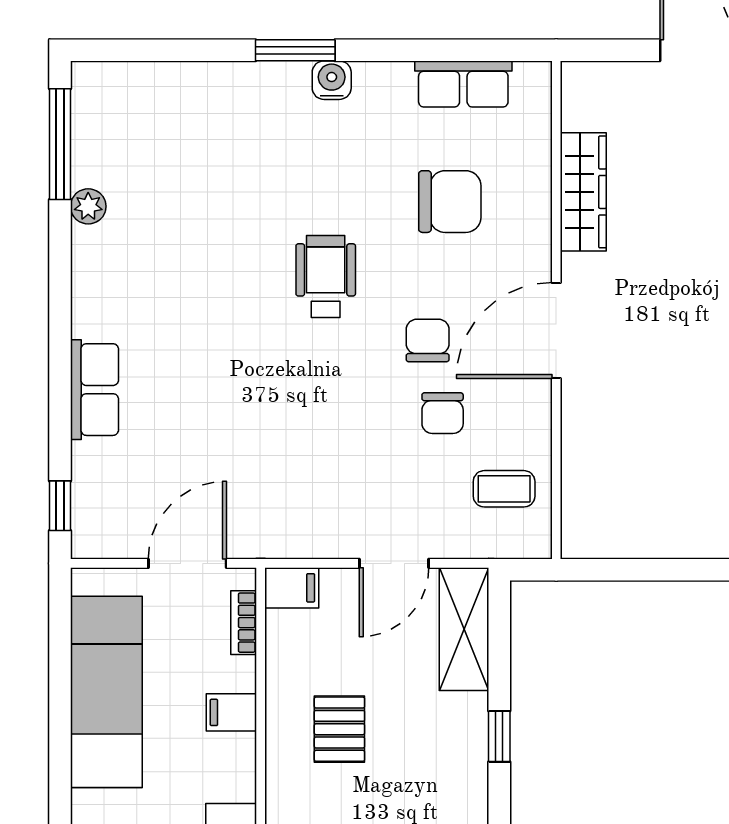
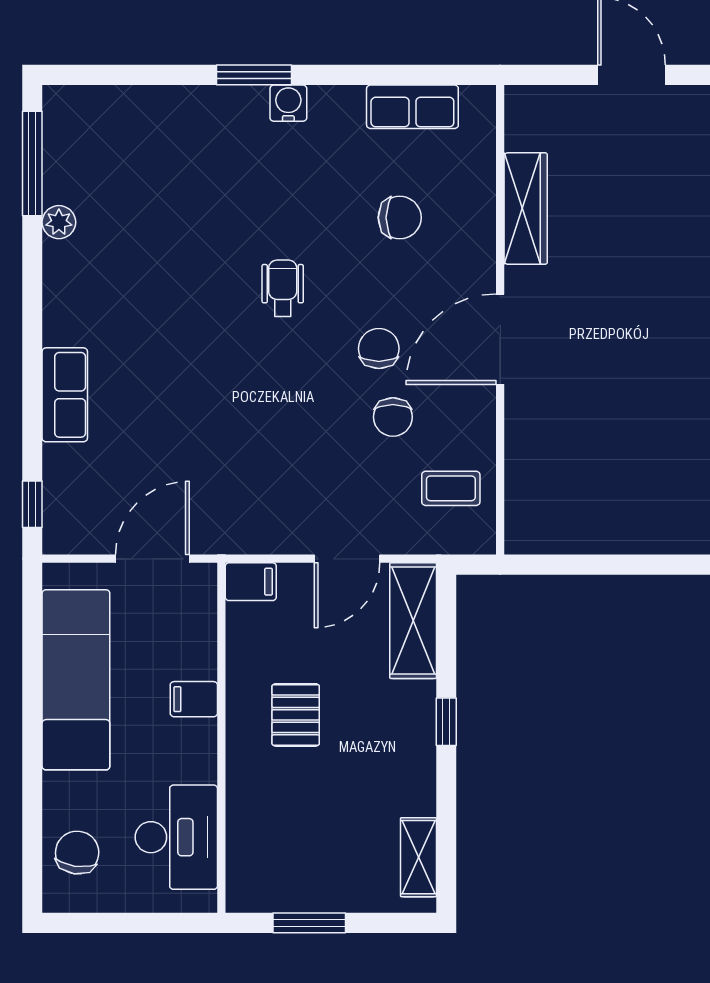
chair: (450, 202) -> (400, 218), width x0.73, depth x0.73
wheelchair: (326, 276) -> (283, 288), width x0.73, depth x0.73
bookcase: (244, 623) -> (205, 614), removed

